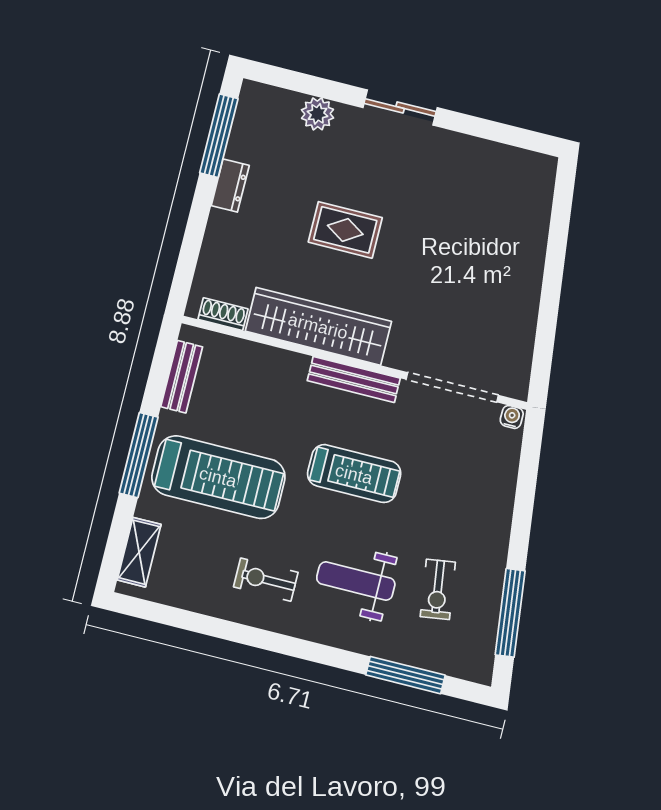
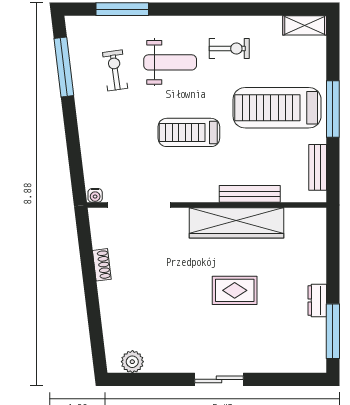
plant: (317, 114) -> (132, 362), moved
shoe rack: (223, 314) -> (102, 265), moved, turned -97
bench: (354, 379) -> (250, 194), moved
shelving: (139, 552) -> (305, 25), moved, turned 90

